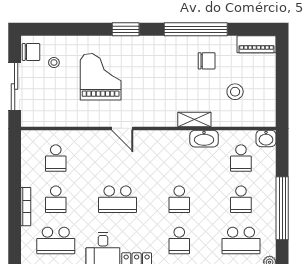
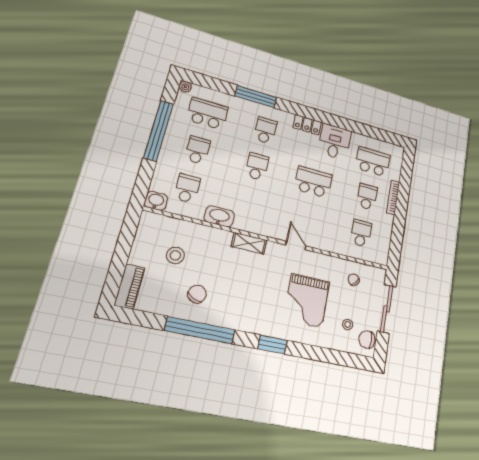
piano: (257, 44) -> (130, 286), moved, turned 90
chair: (207, 61) -> (197, 294), turned 115
chair: (55, 108) -> (354, 280), added
shelving: (194, 119) -> (249, 243), moved

